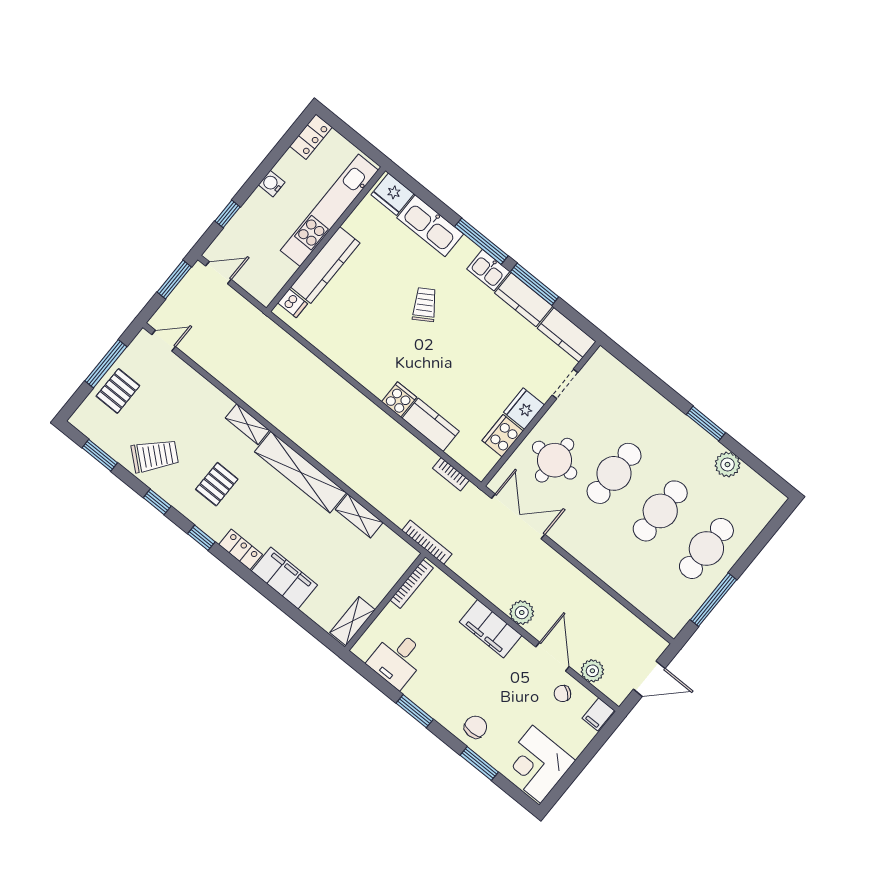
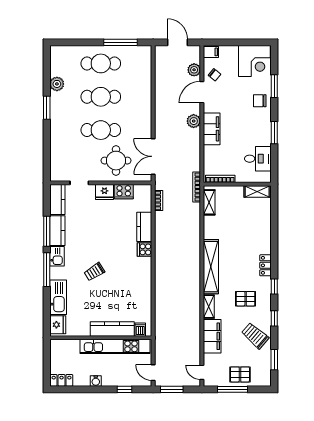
kitchen unit: (329, 210) -> (115, 346), moved
shelving: (359, 516) -> (209, 202), moved
filing cabinet: (284, 578) -> (212, 336), moved, turned 180

